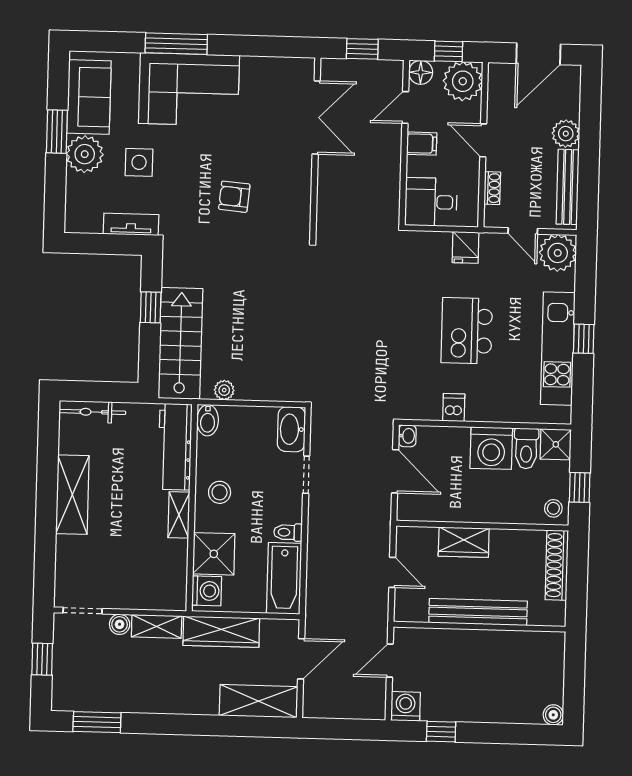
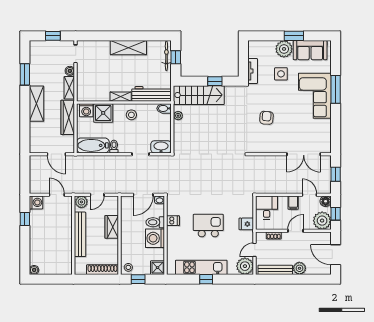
window: (96, 392) -> (176, 57), added
toilet: (526, 448) -> (155, 222), moved
plant: (407, 607) -> (81, 202), added
shelving: (258, 701) -> (37, 104), moved
window: (97, 722) -> (25, 74), moved

